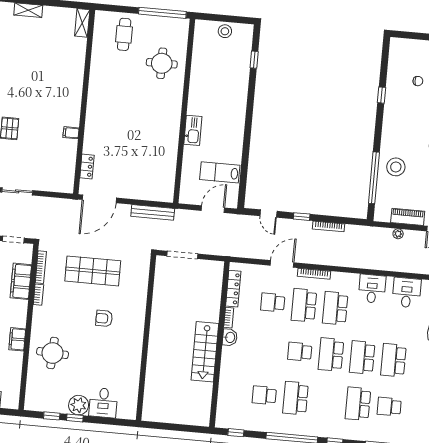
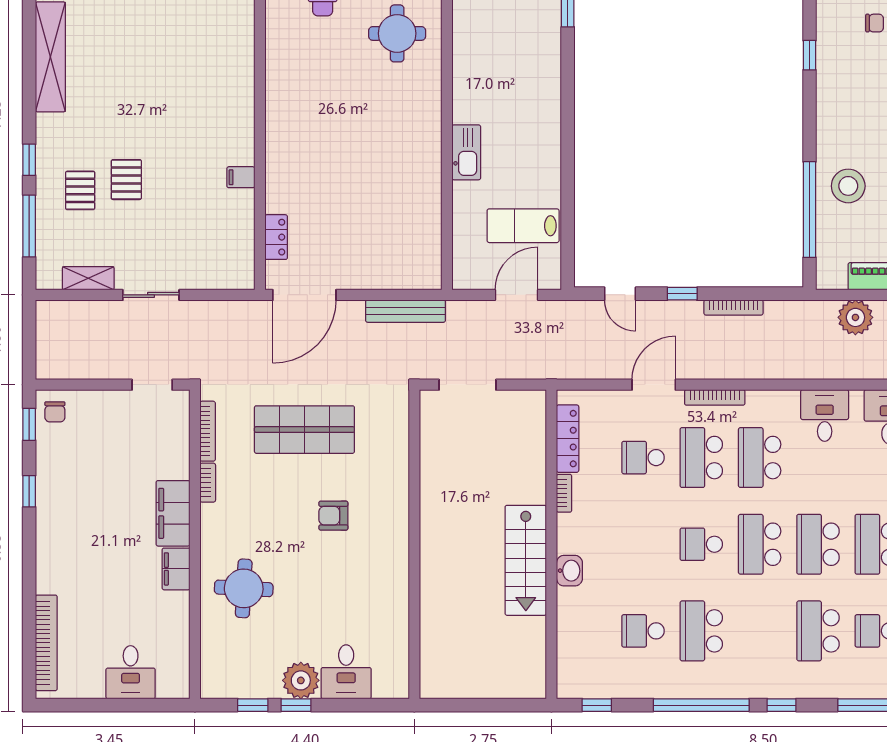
plant: (398, 234) -> (855, 317), width x1.87, depth x1.87
filing cabinet: (21, 281) -> (173, 513), moved
washbasin: (230, 337) -> (569, 571), moved

